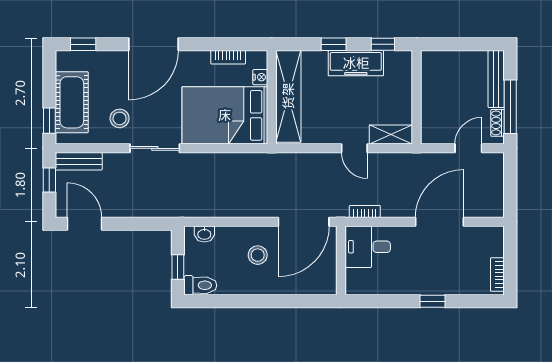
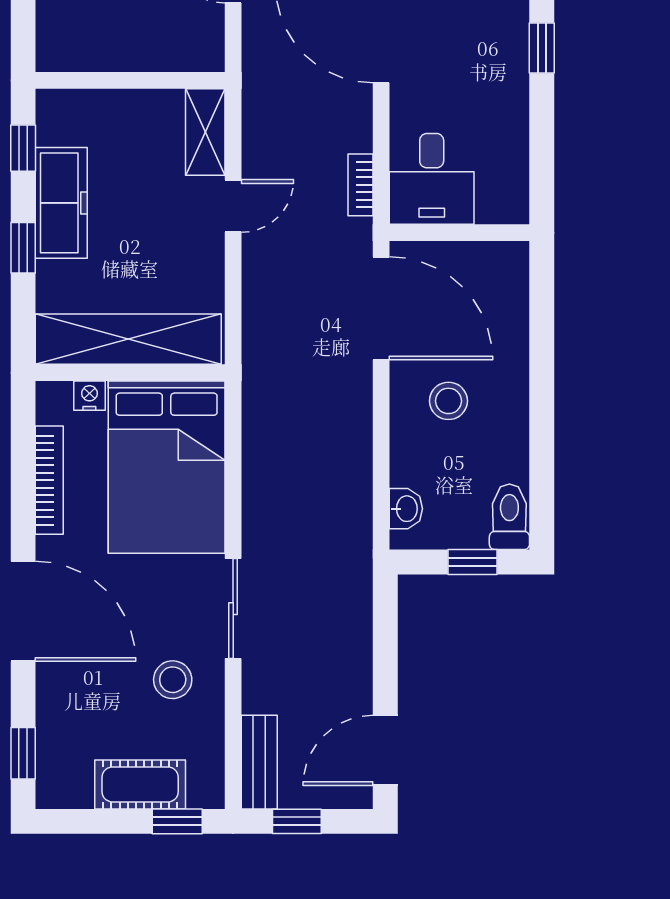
bookcase: (228, 57) -> (49, 480), width x1.56
cot: (72, 102) -> (140, 784), width x0.73, depth x0.75

